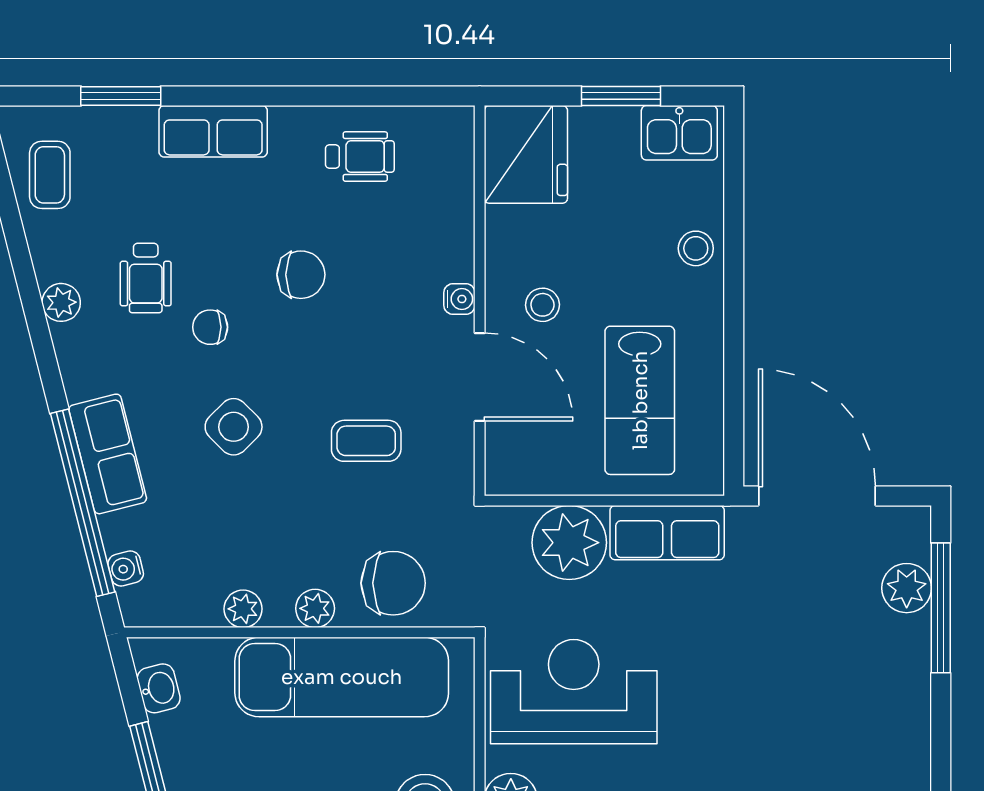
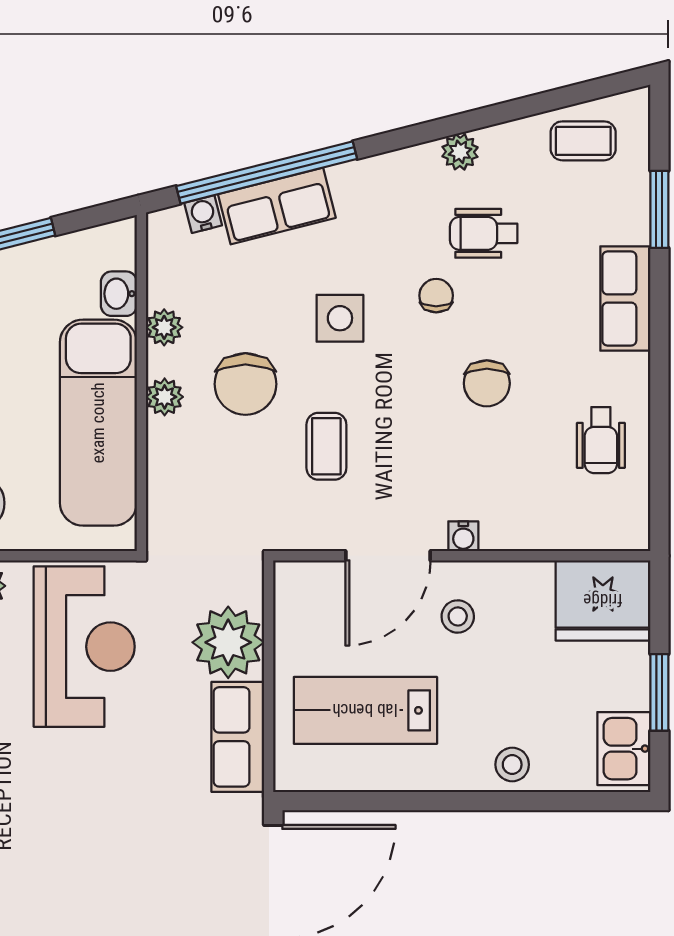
side table: (234, 427) -> (340, 318), turned 45
row of seats: (108, 454) -> (277, 206), moved
chair: (393, 583) -> (245, 384), moved
washbasin: (159, 688) -> (119, 294), moved, turned 104

